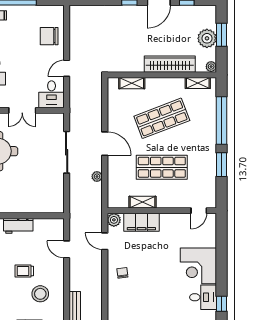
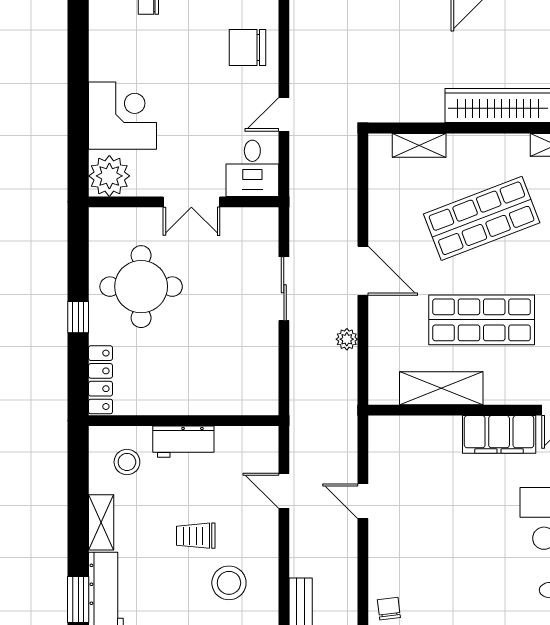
sliding door: (67, 152) -> (284, 289), width x0.73
shelving: (142, 202) -> (441, 388), width x1.50, depth x1.33
plant: (114, 220) -> (382, 429), removed
filing cabinet: (141, 222) -> (499, 434), moved
door: (105, 241) -> (363, 501), moved
chair: (122, 273) -> (389, 609), moved

